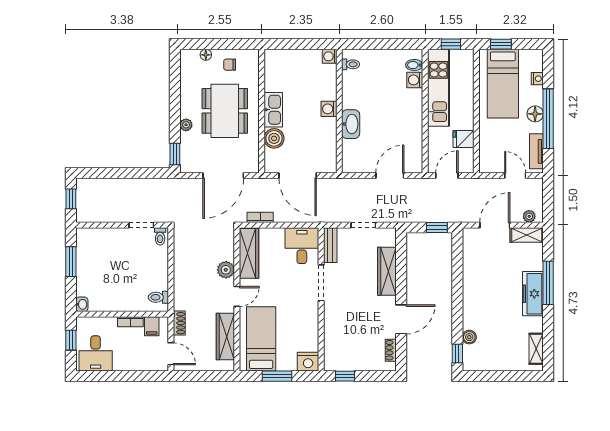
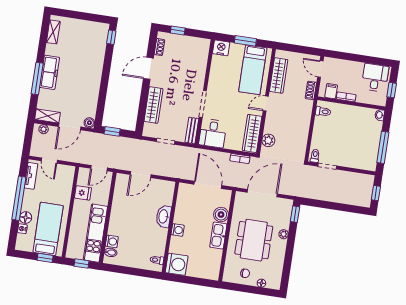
washing machine: (330, 56) -> (177, 264), width x1.89, depth x1.89
floor lamp: (535, 114) -> (26, 218), moved
window: (71, 262) -> (383, 147), width x1.44
plant: (226, 270) -> (268, 140), moved
boiler: (469, 337) -> (89, 123), moved
window: (345, 376) -> (178, 30), moved

